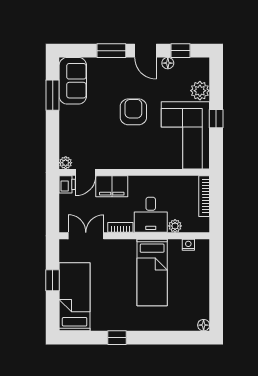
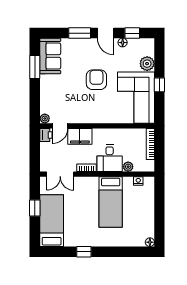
double door: (86, 236) -> (60, 174), swing flipped

